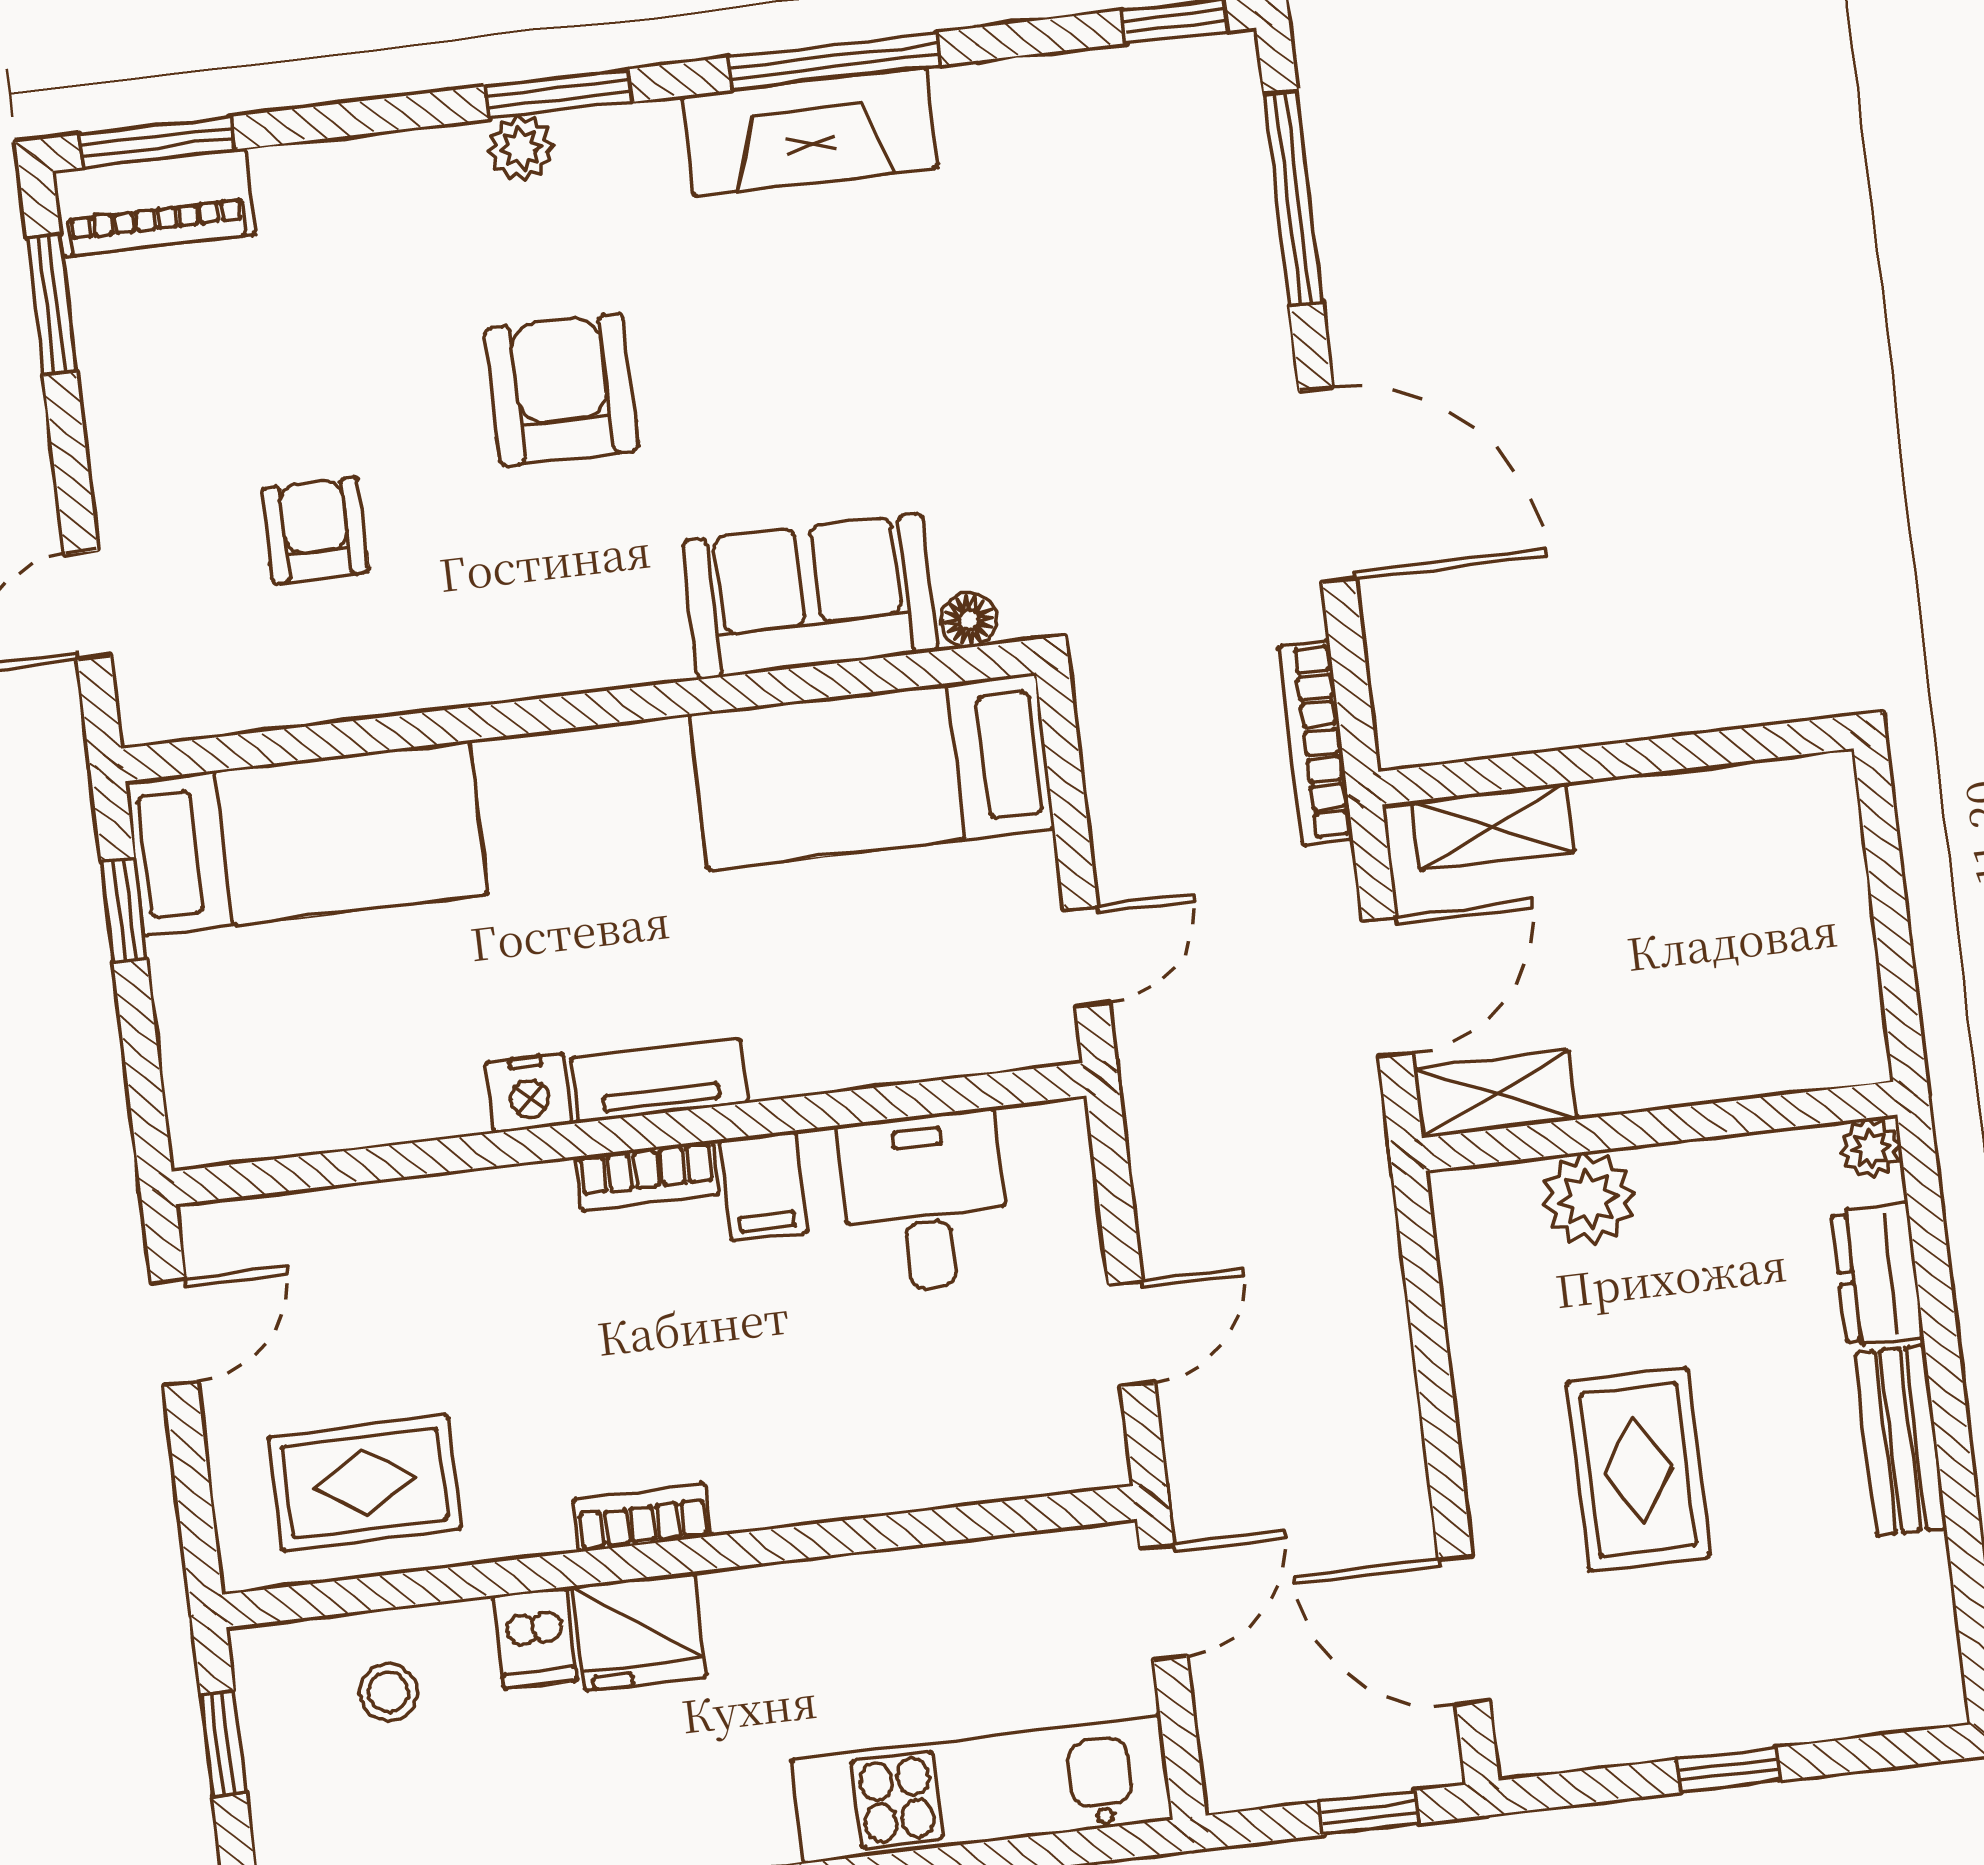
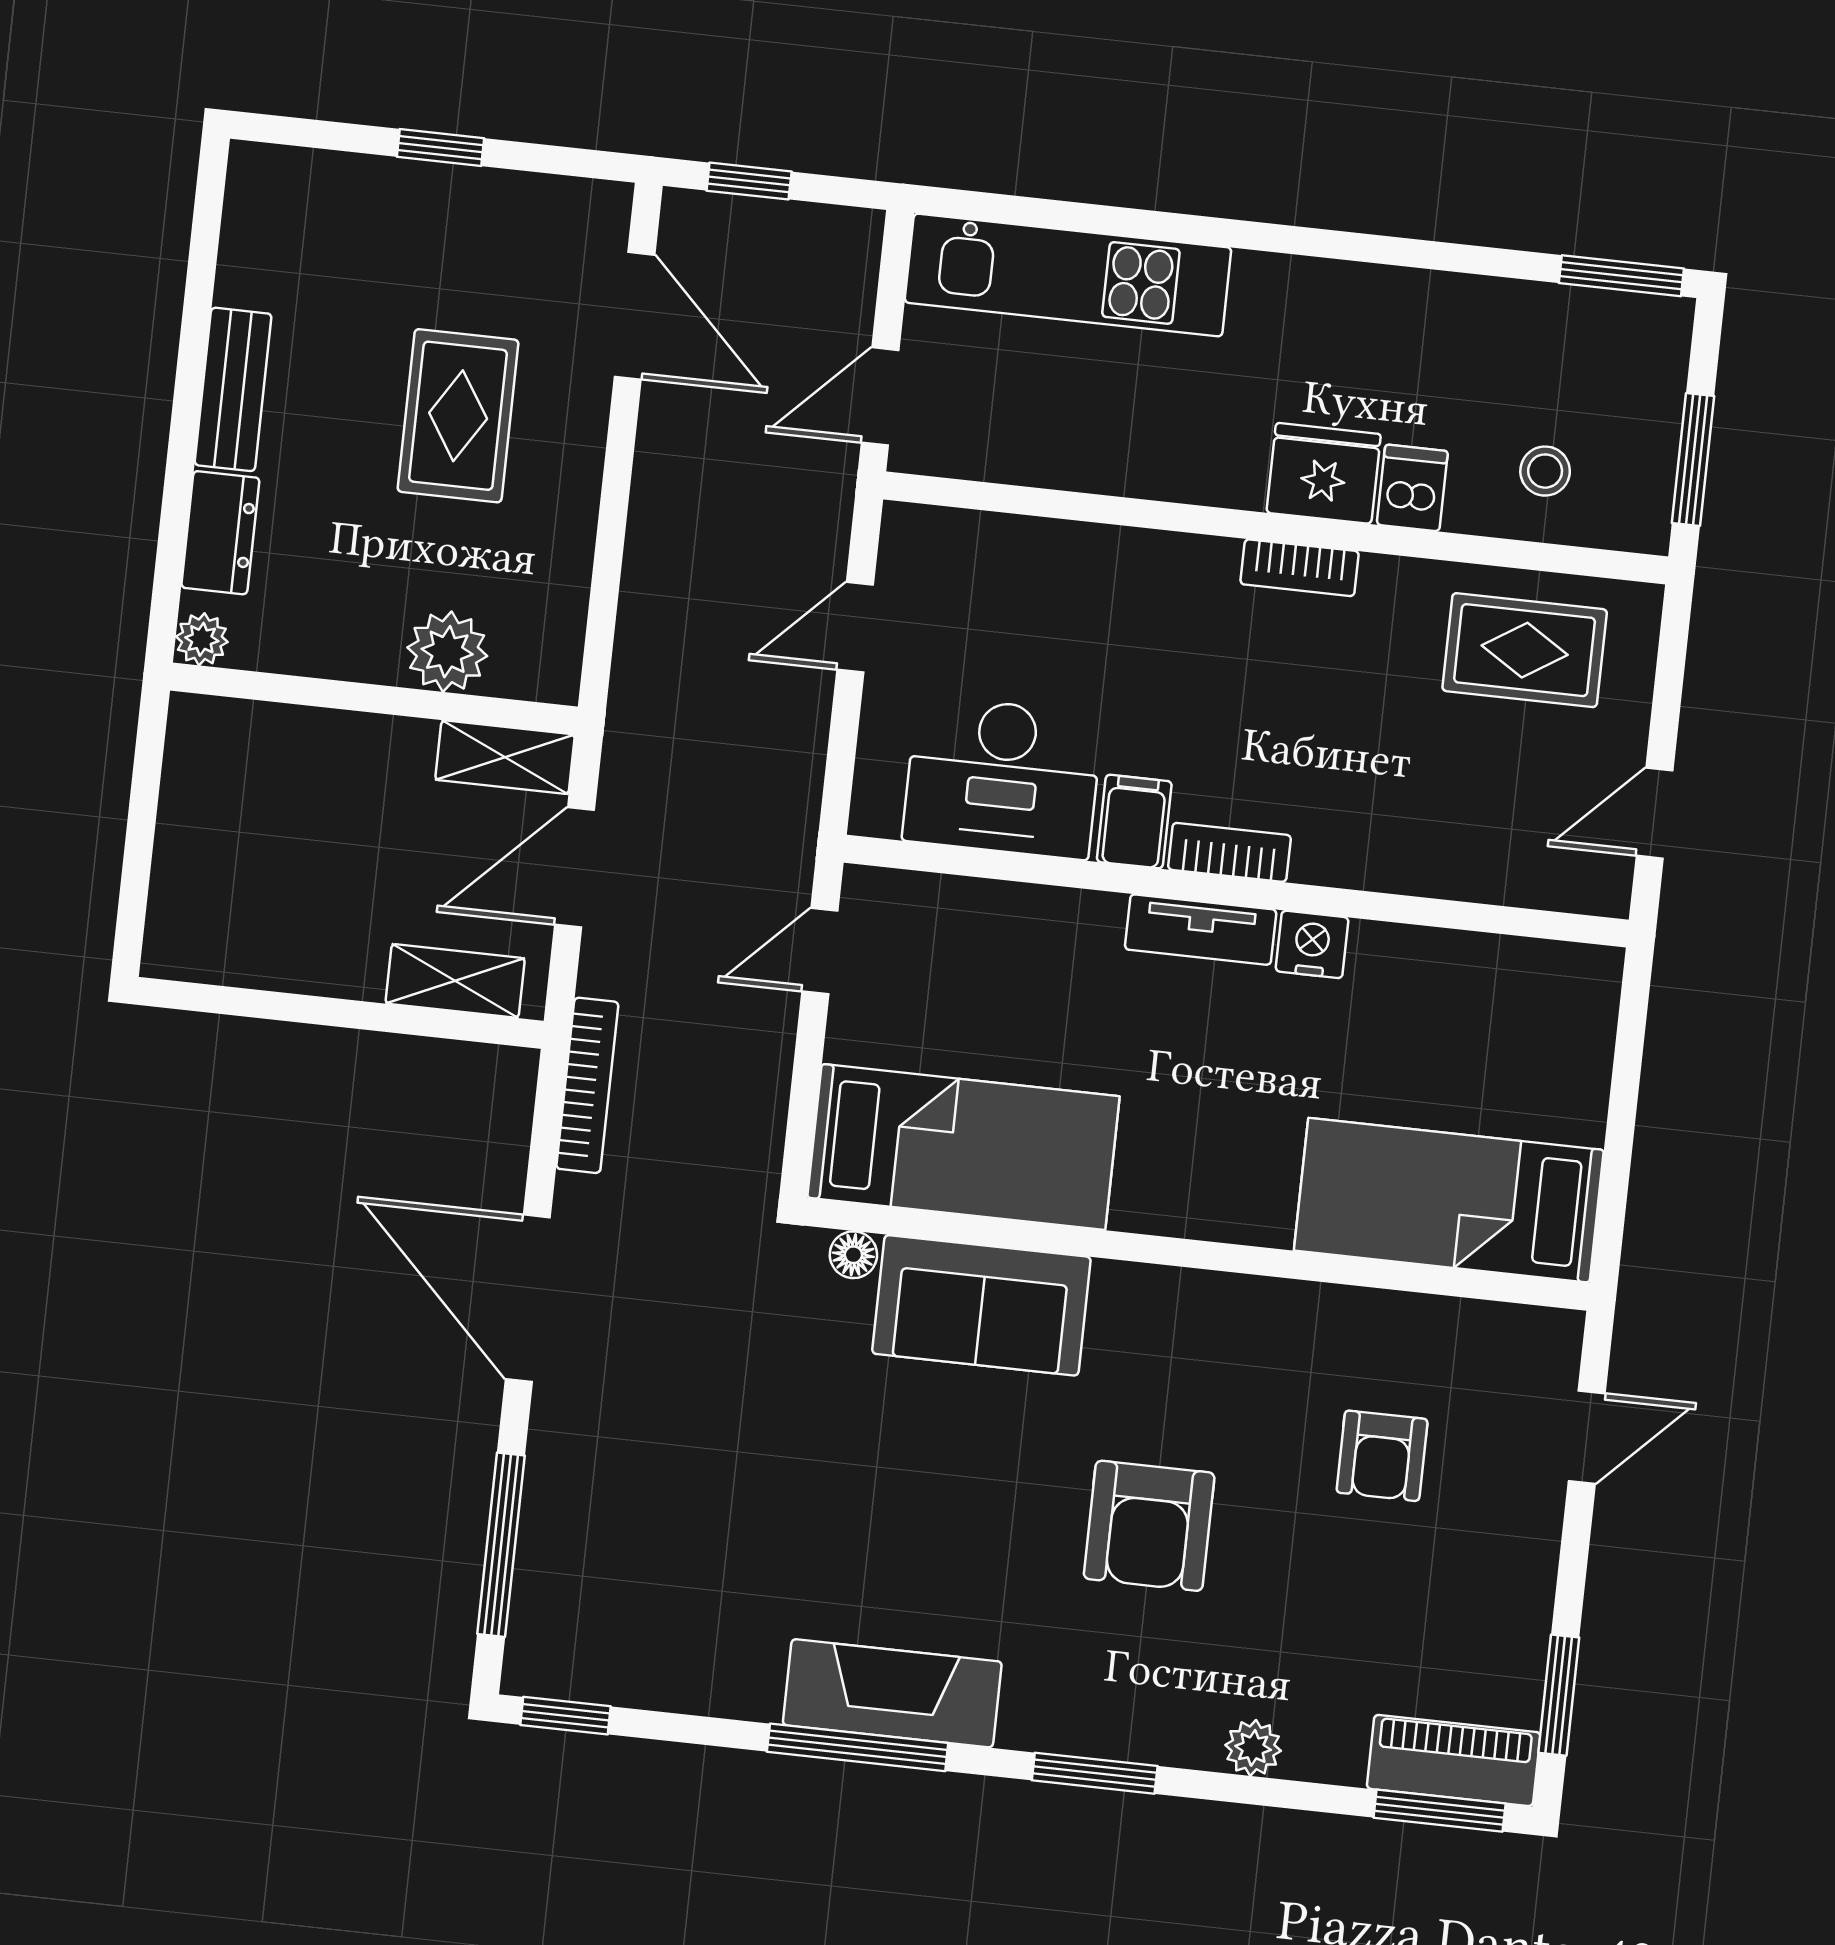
plant: (521, 148) -> (1253, 1748), moved
window: (124, 910) -> (1615, 1175), removed
desk: (924, 1202) -> (1003, 777), width x1.37
window: (223, 1744) -> (1693, 459), width x1.50

